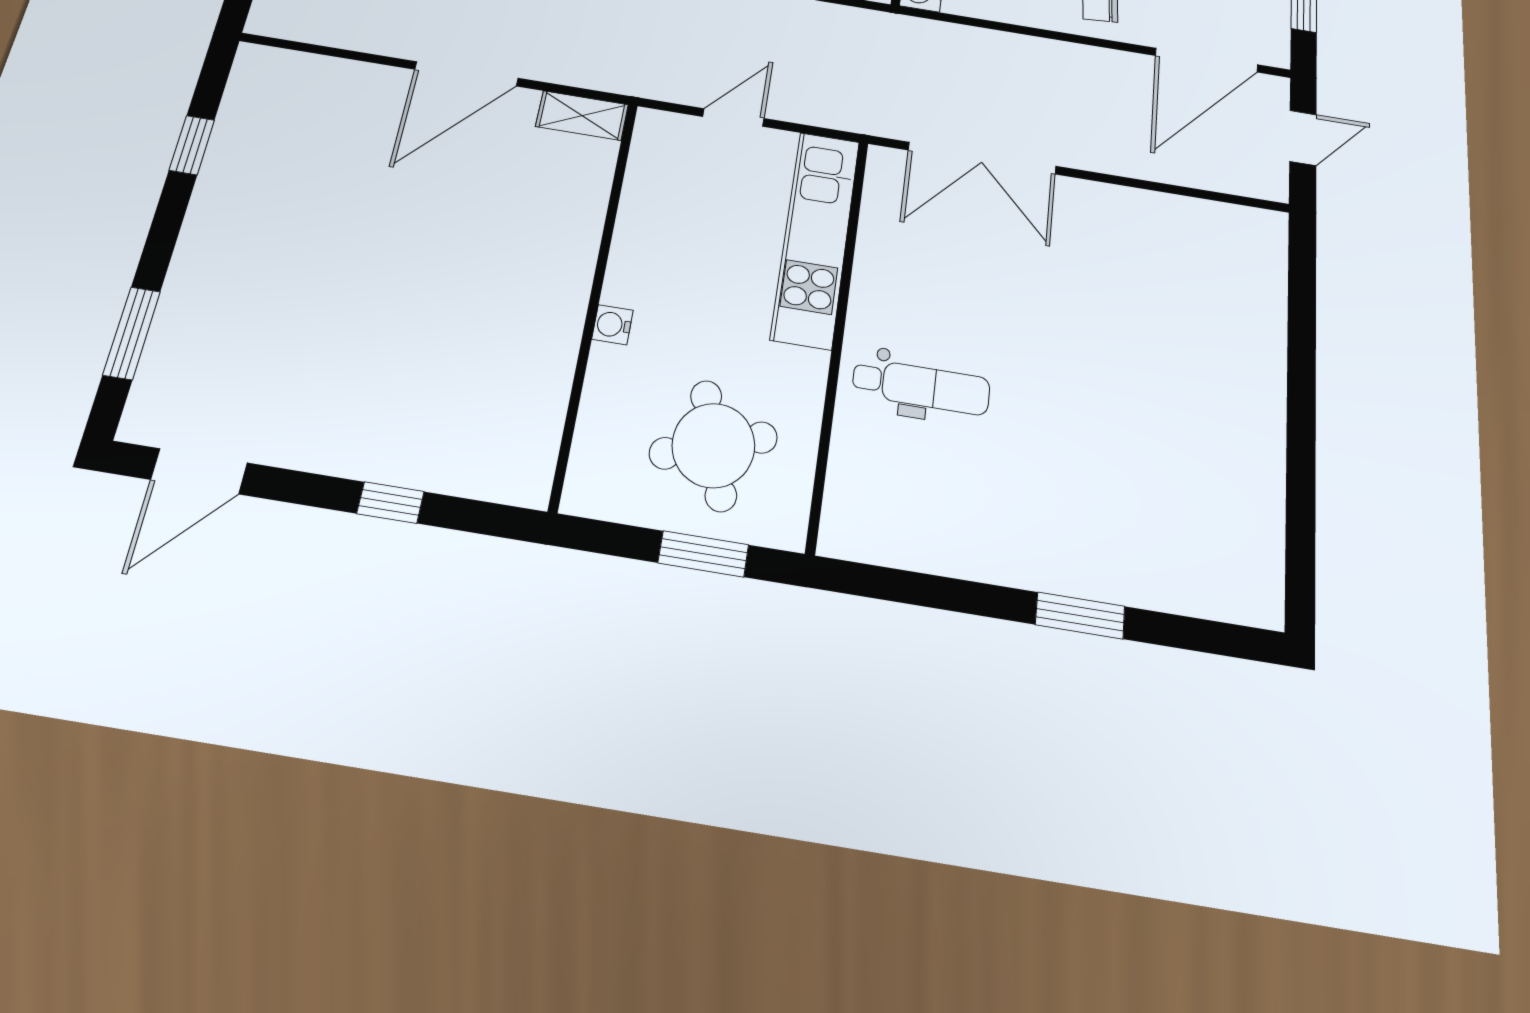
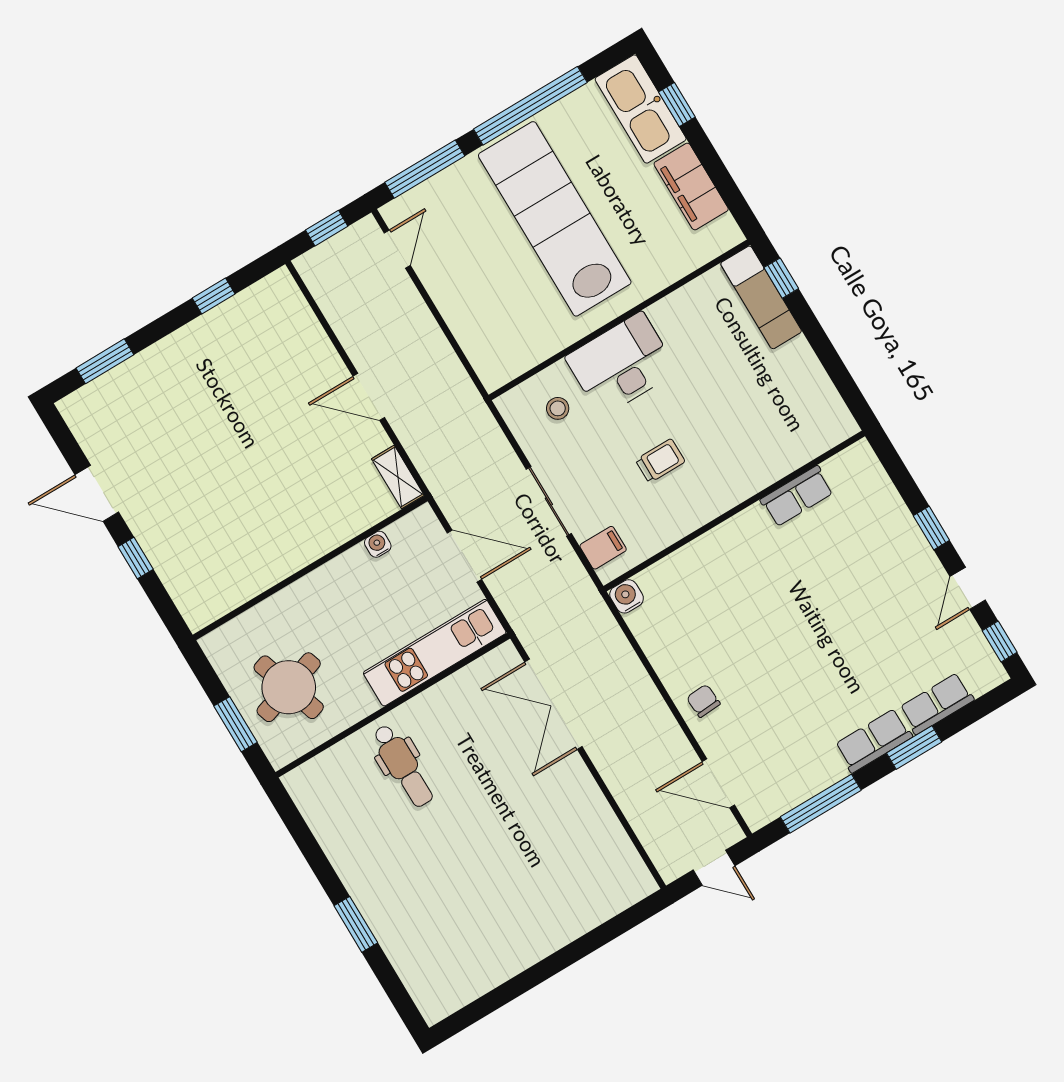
door: (1206, 60) -> (718, 783), width x0.73
door: (466, 74) -> (369, 397), width x0.73
door: (733, 117) -> (464, 556), width x1.38
water cooler: (612, 325) -> (378, 544), moved
door: (199, 471) -> (97, 493), moved

